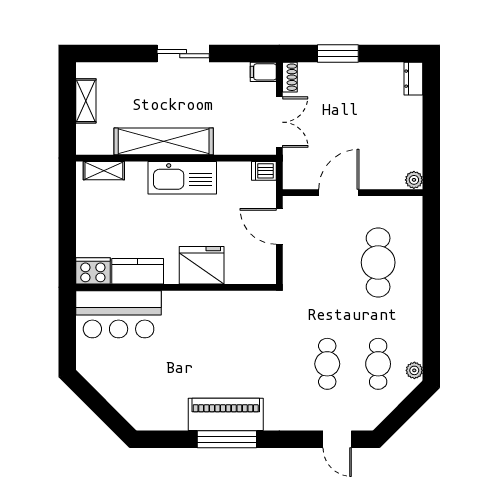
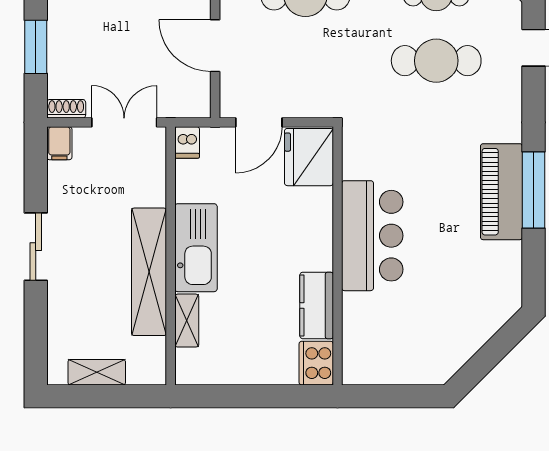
shelving: (104, 171) -> (187, 321), moved
fridge: (202, 265) -> (309, 157), moved
bar counter: (119, 314) -> (372, 236), moved
cafe table: (327, 364) -> (436, 61), width x1.37, depth x1.35

